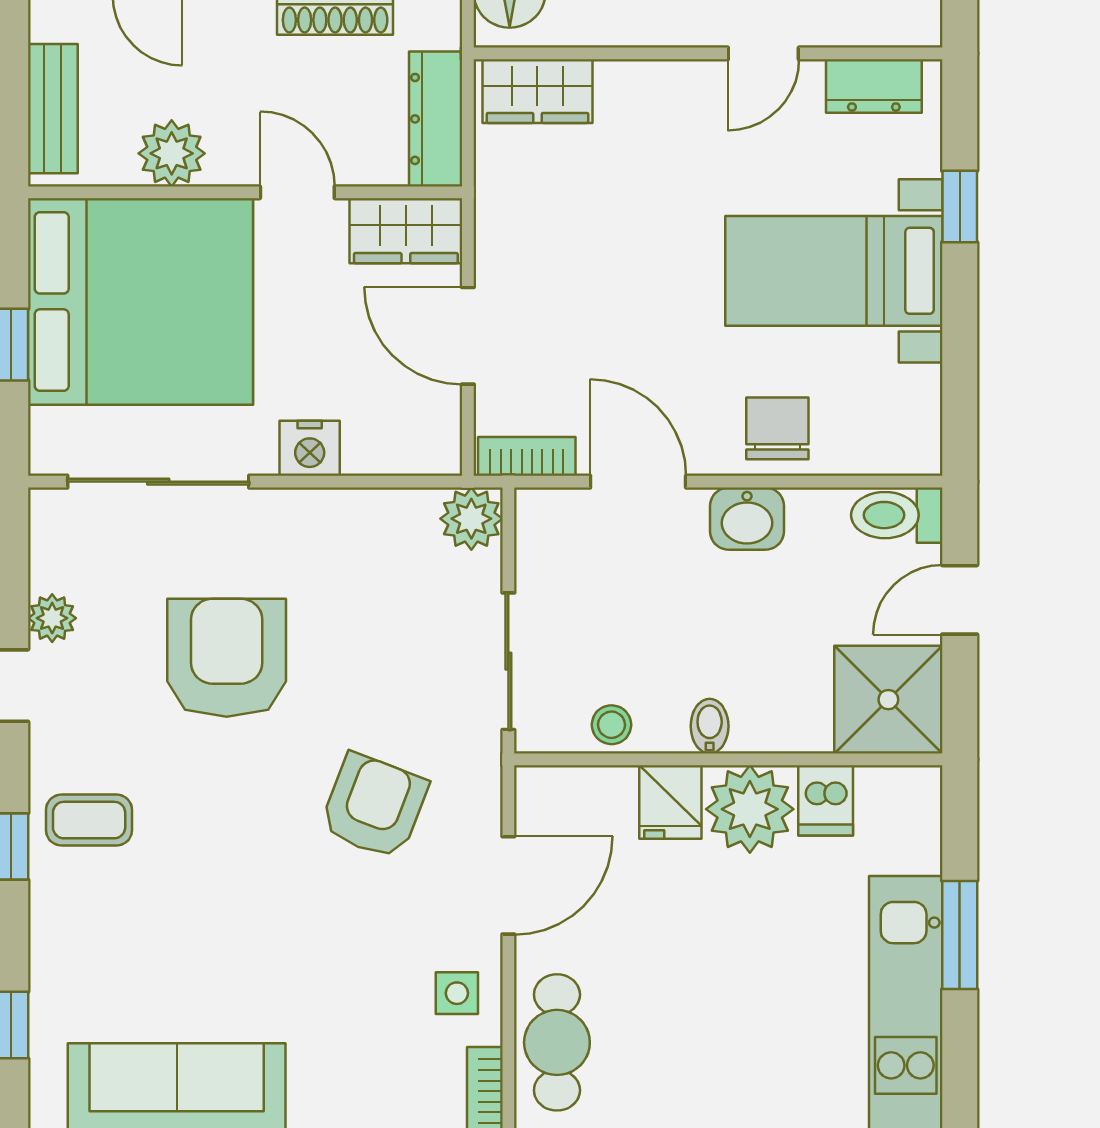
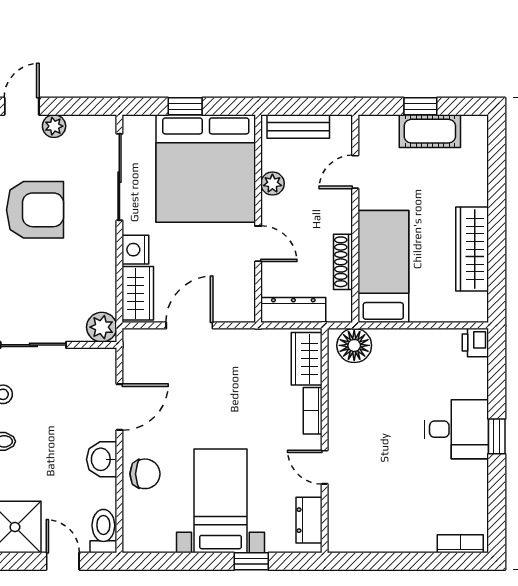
plant: (172, 153) -> (272, 183), width x0.73, depth x0.73
door: (297, 192) -> (258, 244), hinge flipped
wardrobe: (406, 231) -> (138, 293), moved, turned 180
bookcase: (527, 456) -> (313, 411), moved, turned 180

